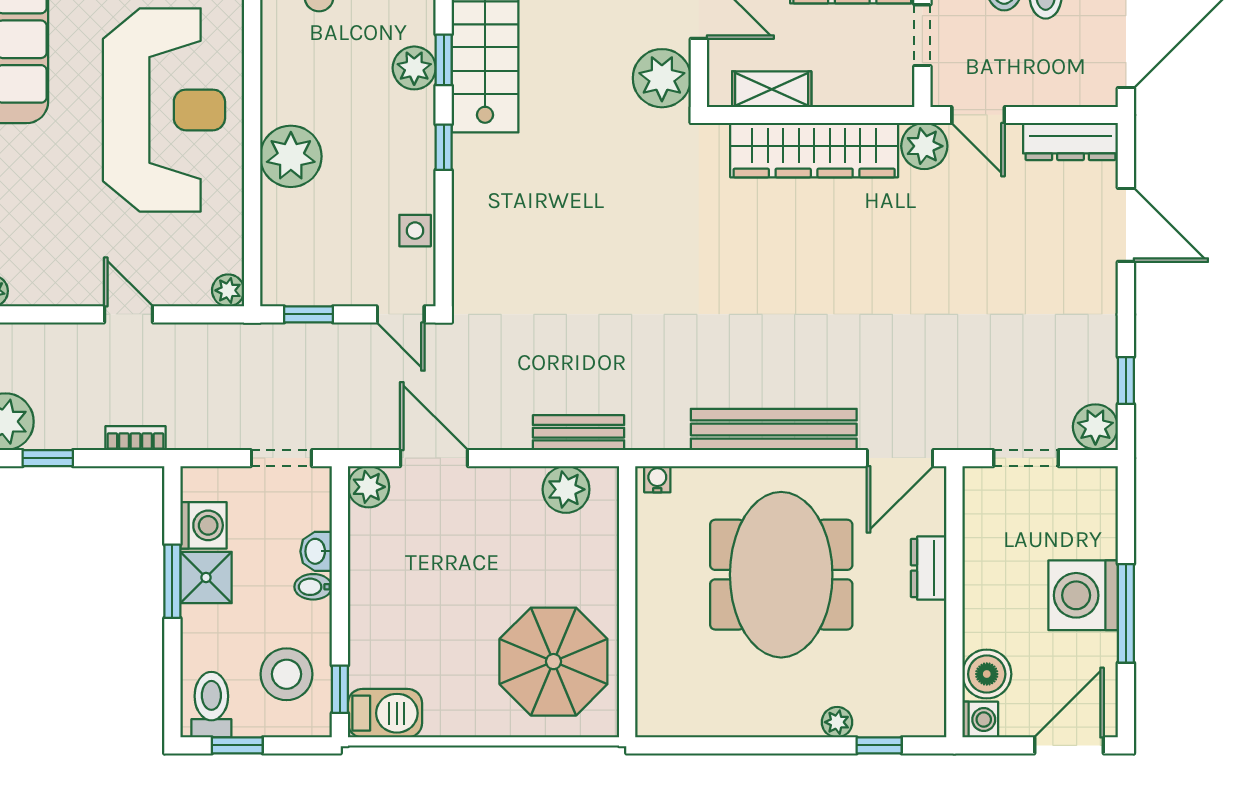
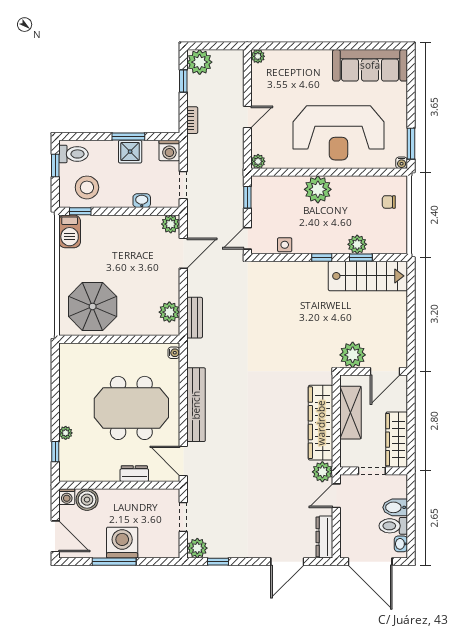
shelving: (772, 89) -> (350, 413), width x1.50, depth x1.33
washing machine: (203, 525) -> (169, 150), moved
bidet: (313, 587) -> (126, 199), removed

